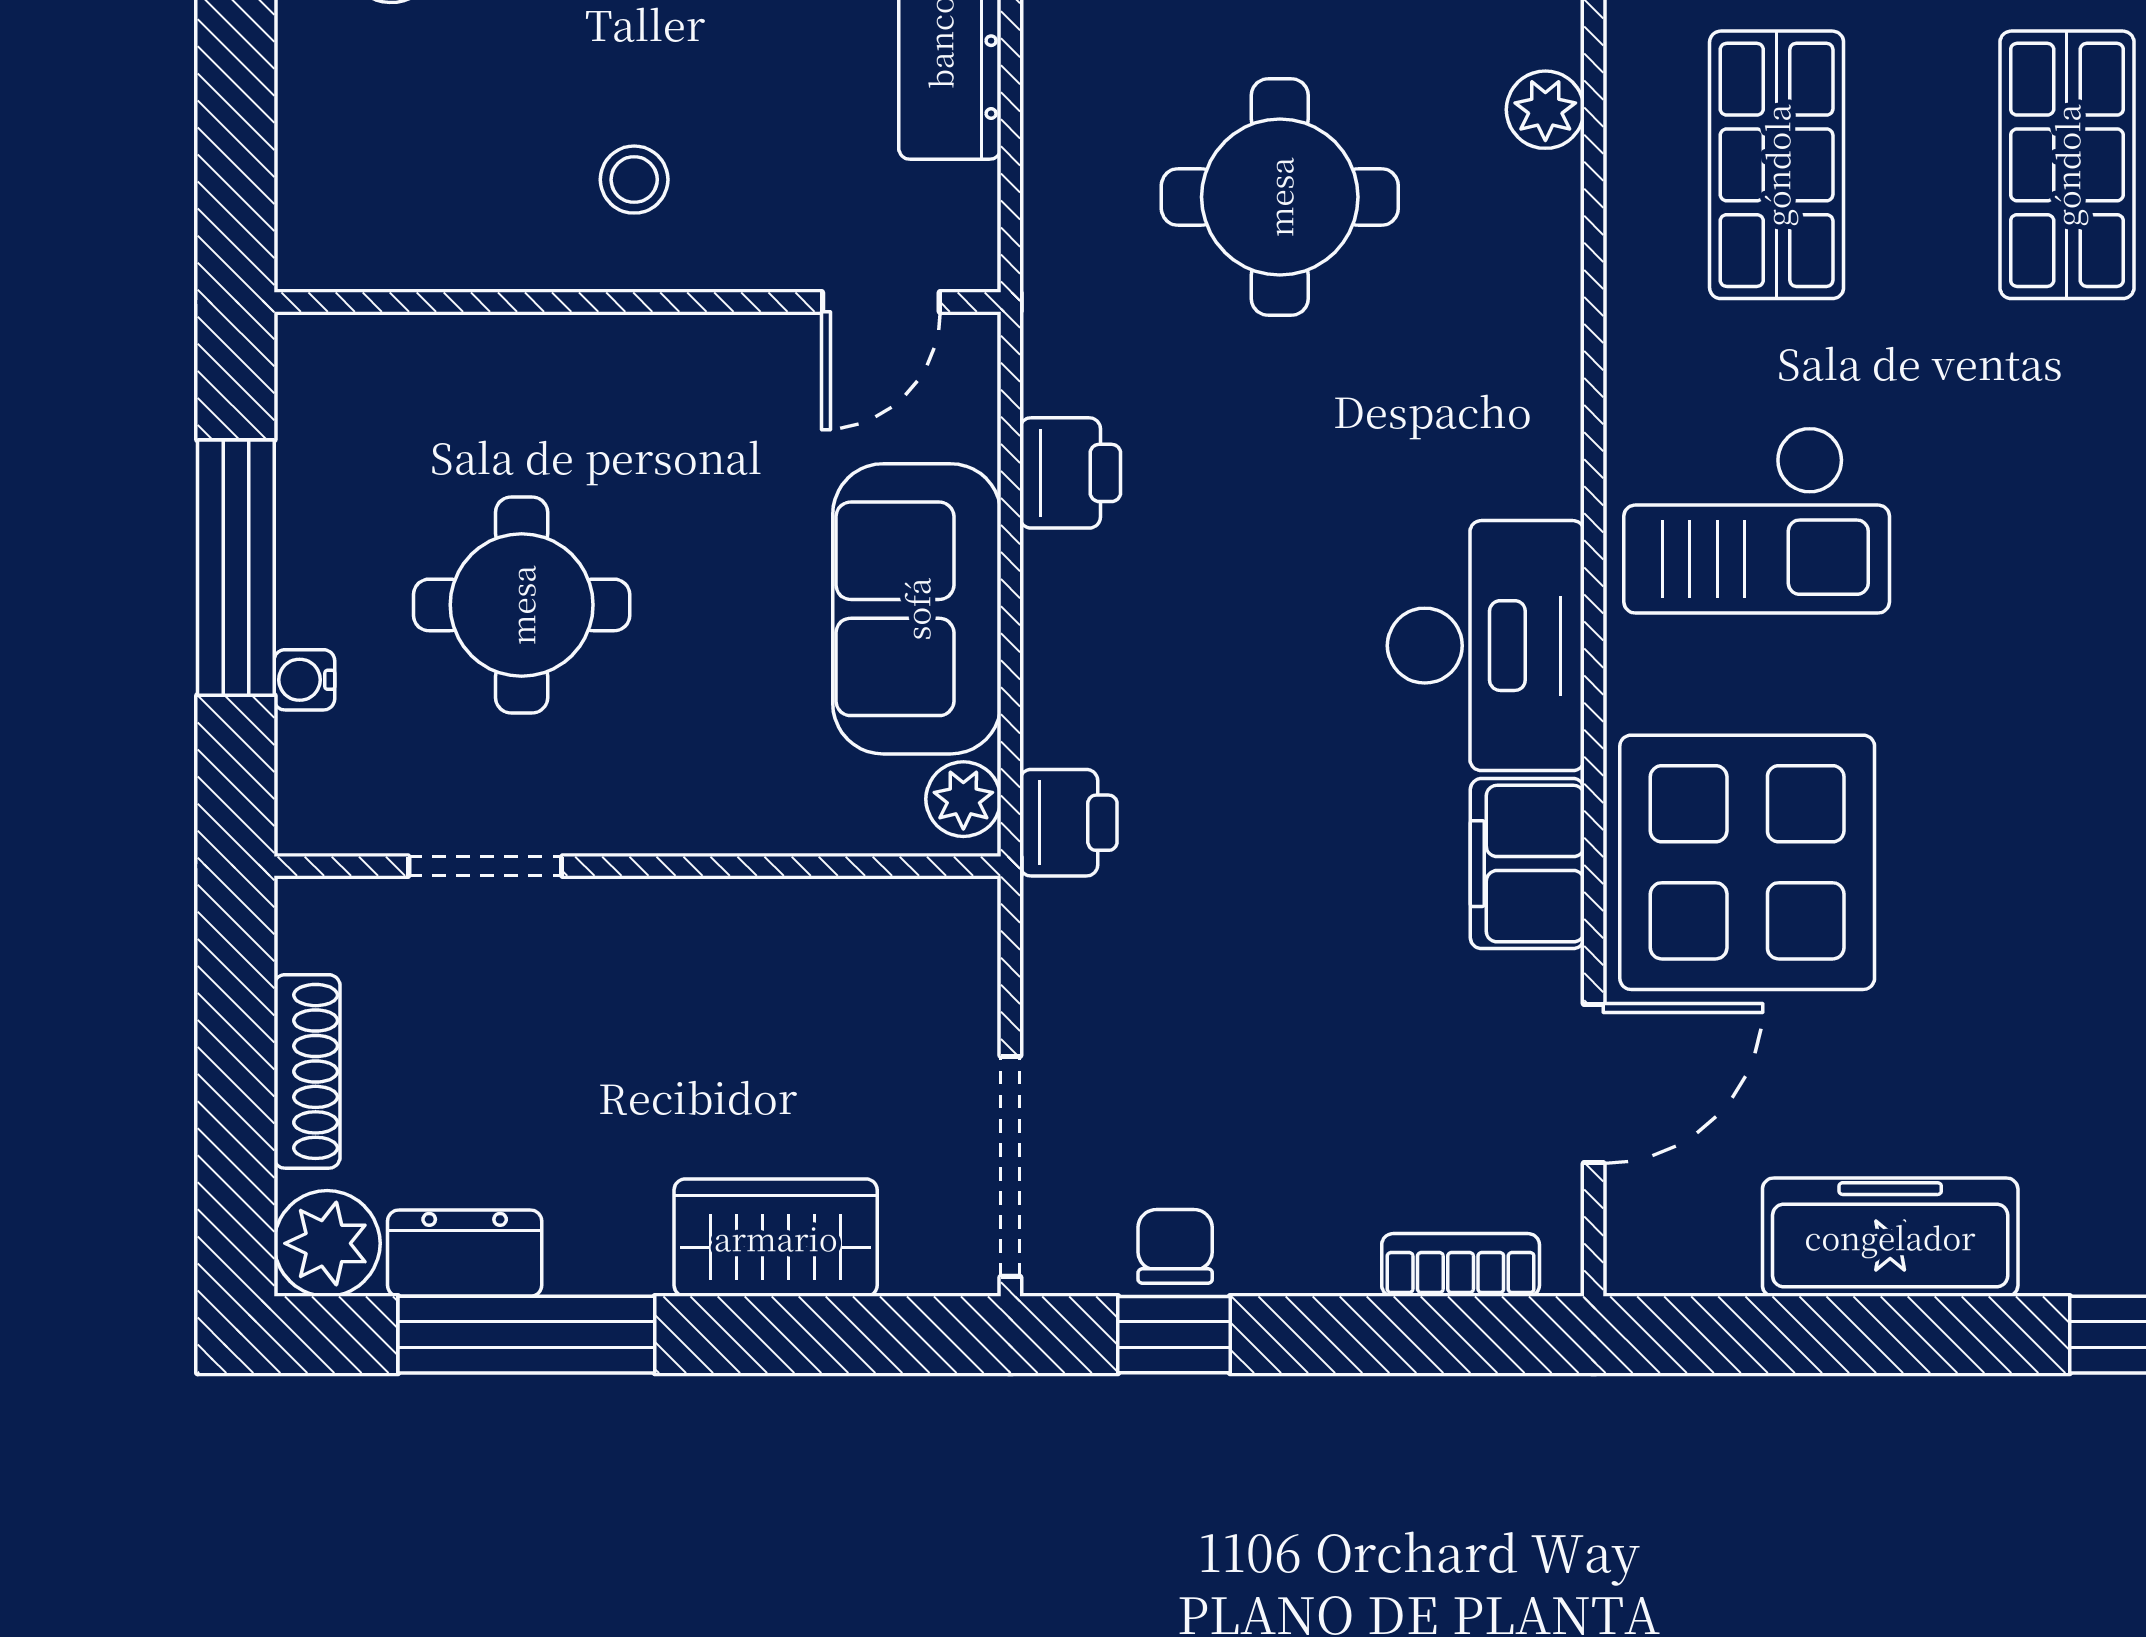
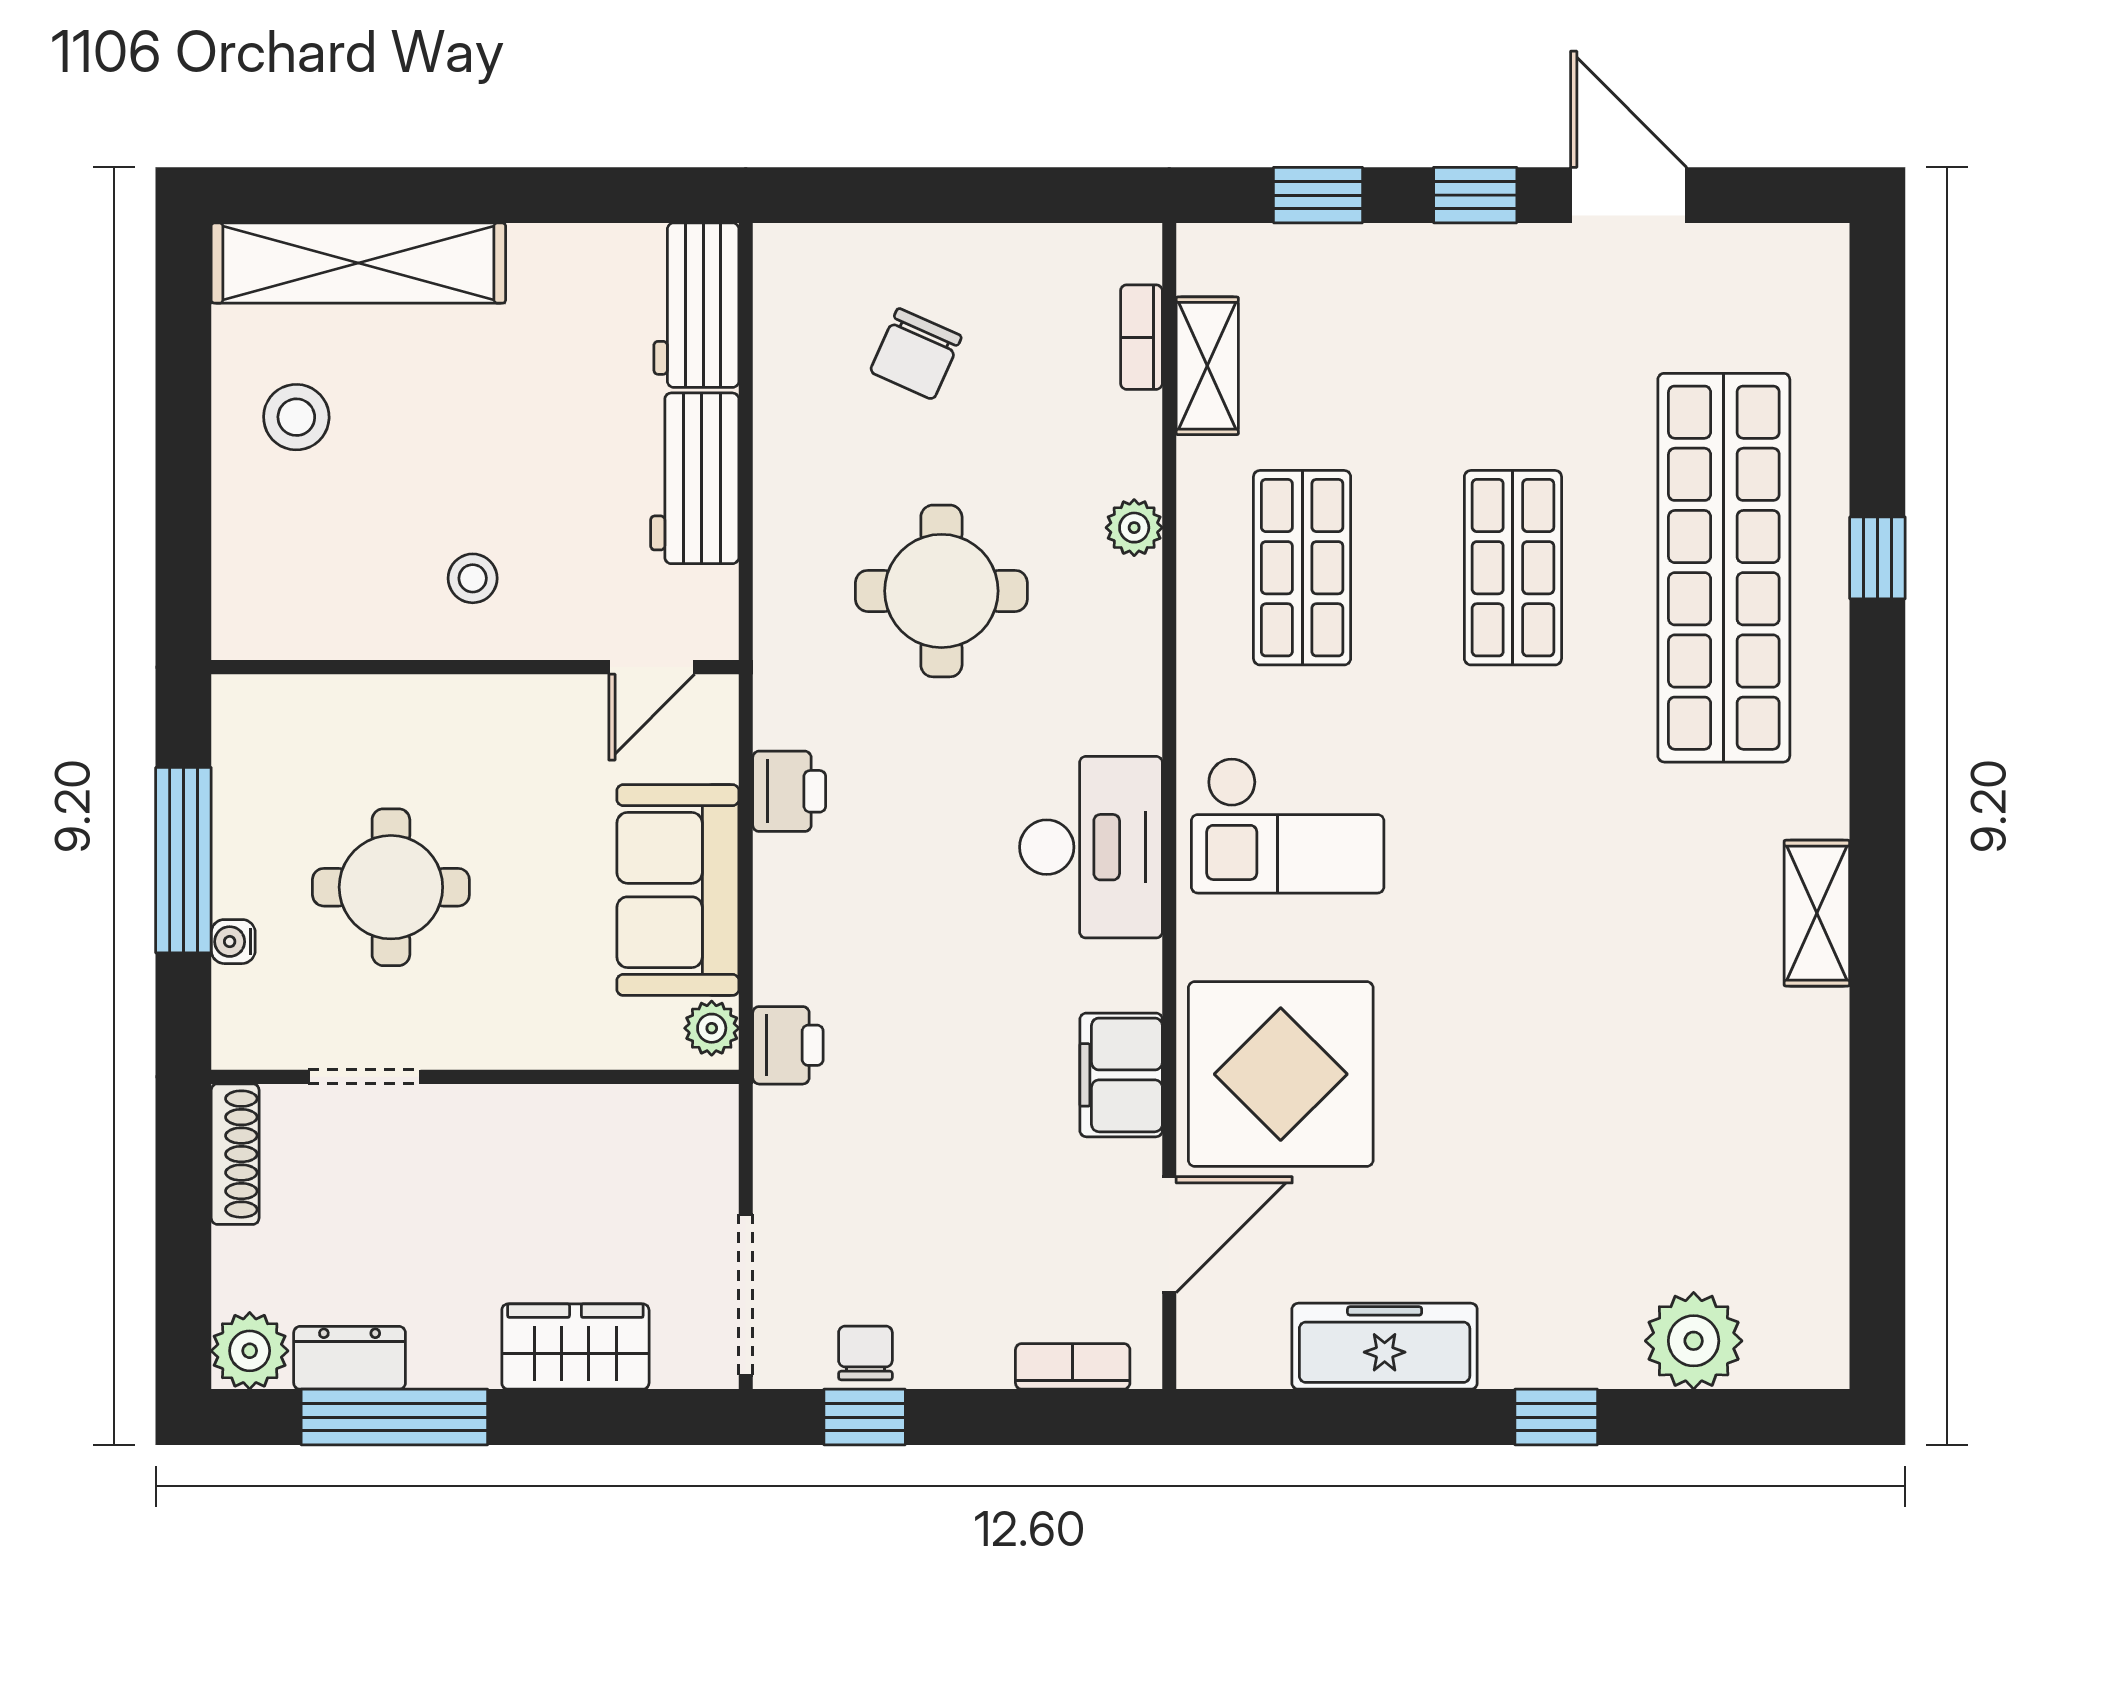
desk: (1486, 646) -> (1091, 847), moved
shoe rack: (307, 1071) -> (235, 1154), moved

